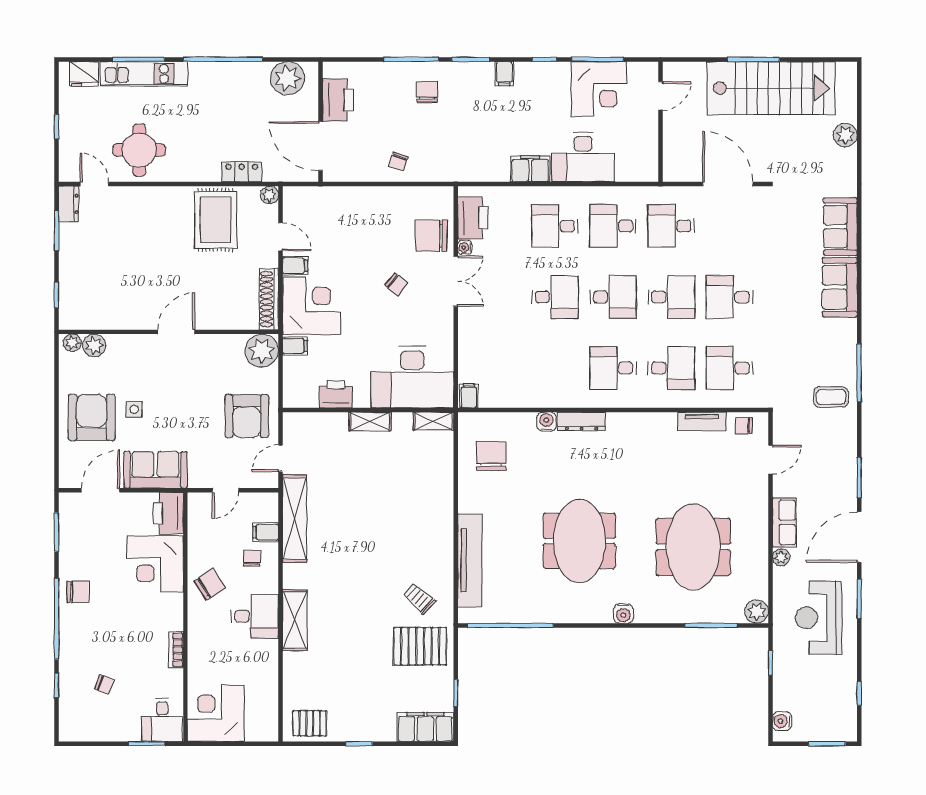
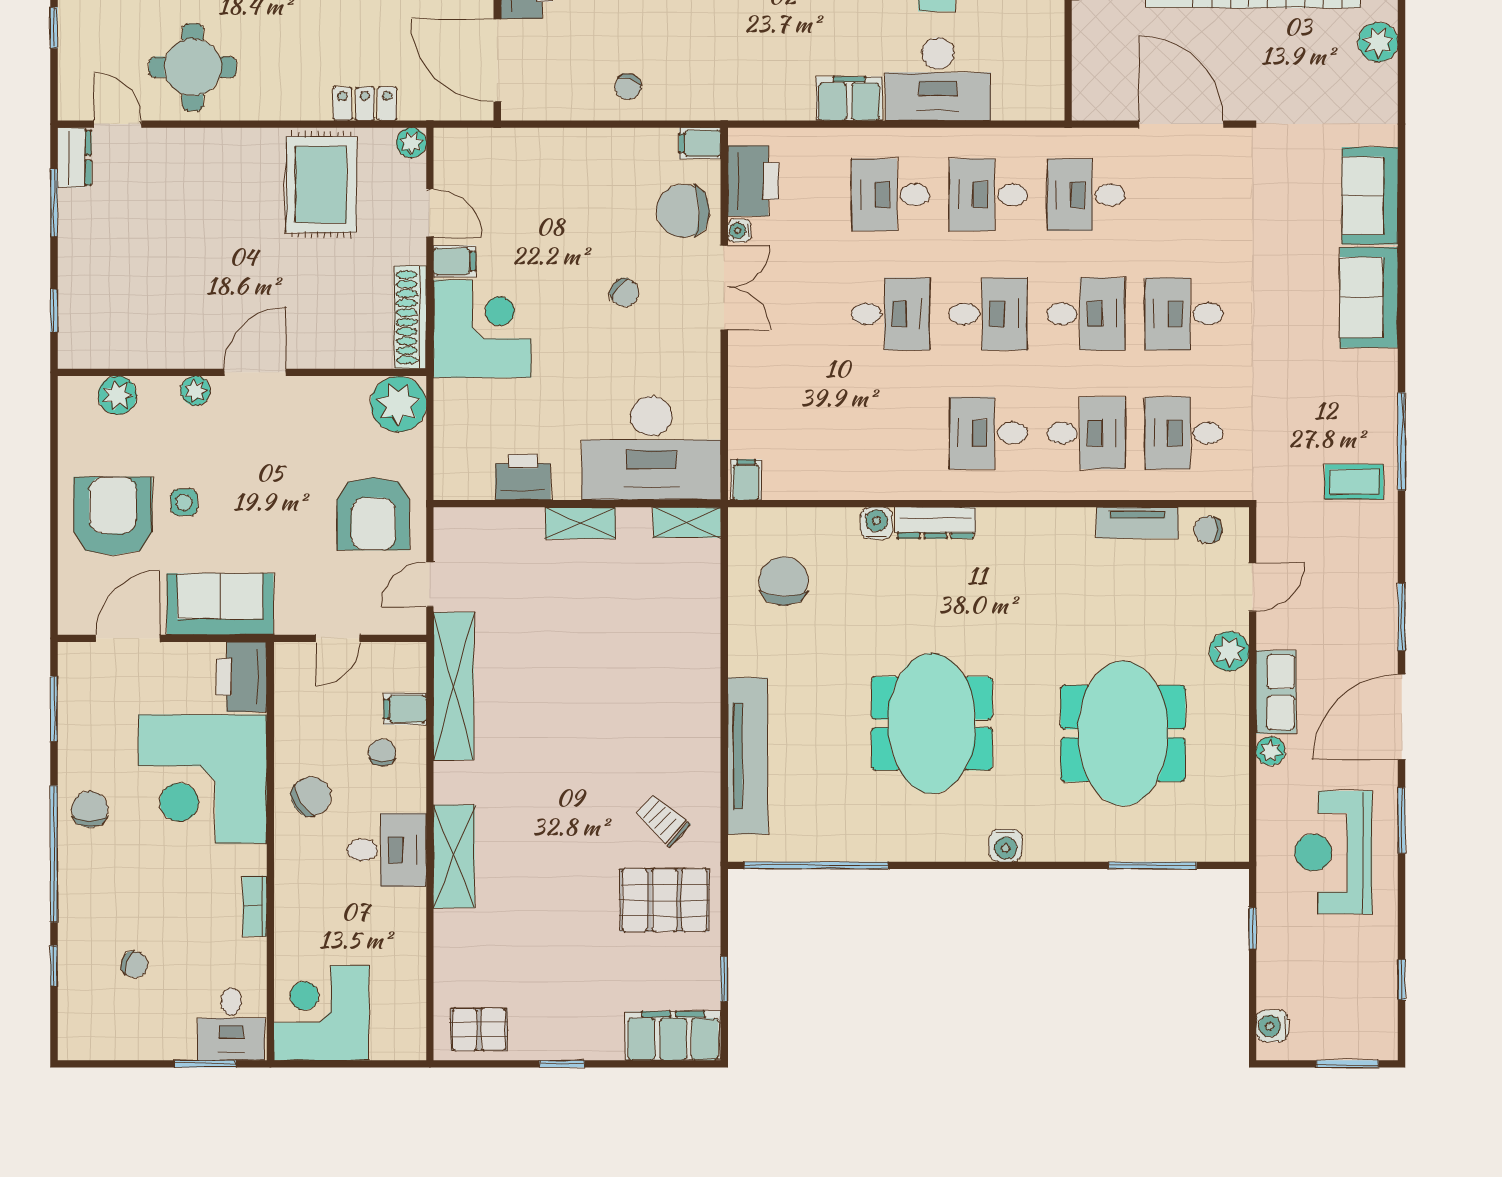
plant: (72, 343) -> (196, 391), moved
filing cabinet: (295, 346) -> (700, 143), moved, turned 180
corner desk: (155, 564) -> (202, 779), width x1.36, depth x1.36
chair: (78, 592) -> (90, 809), turned -90
plant: (757, 612) -> (1229, 651), moved

